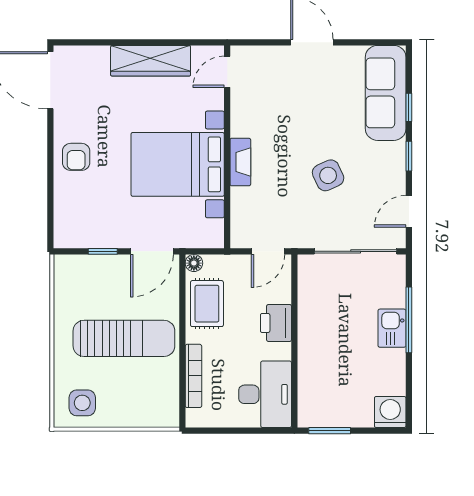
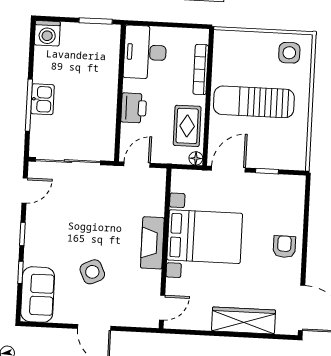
wardrobe: (151, 61) -> (243, 320), moved
sofa: (386, 93) -> (38, 295), width x0.73
fireplace: (240, 162) -> (152, 243), width x1.37, depth x1.32
side table: (328, 175) -> (92, 272), moved

